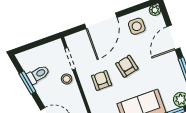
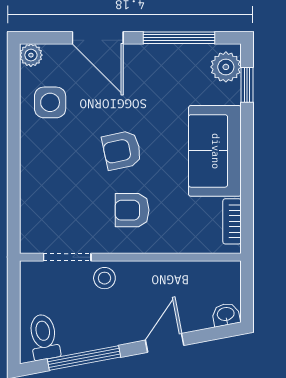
door: (101, 21) -> (14, 170), removed
toilet: (38, 74) -> (44, 337), moved
window: (27, 83) -> (84, 358), width x1.44

